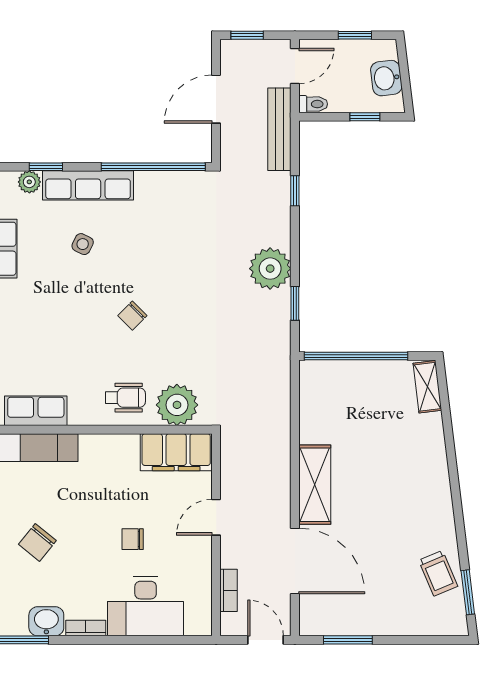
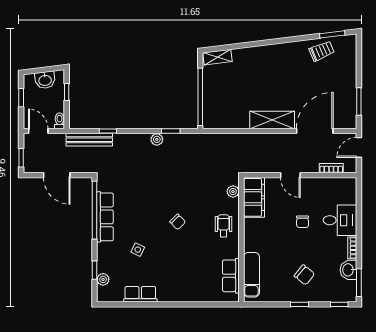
bench: (279, 129) -> (89, 140), moved
row of seats: (88, 185) -> (105, 217), moved
plant: (270, 269) -> (157, 139), width x0.53, depth x0.53
plant: (177, 405) -> (233, 191), width x0.53, depth x0.53
desk: (146, 606) -> (340, 220), width x0.73

